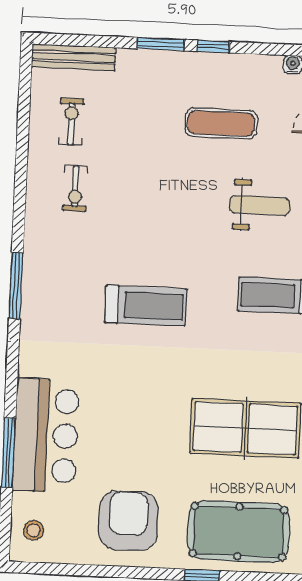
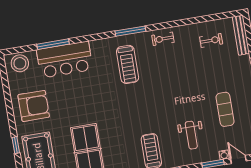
exercise bike: (75, 189) -> (163, 39), moved
treadmill: (146, 306) -> (128, 64), moved
stool: (34, 530) -> (20, 63), width x1.89, depth x1.89

